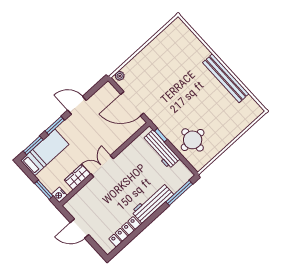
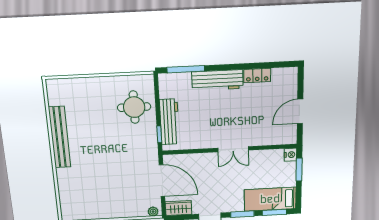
wardrobe: (77, 177) -> (179, 208), moved, turned 180
door: (80, 229) -> (300, 111), swing flipped
locker: (125, 232) -> (257, 75), width x0.66

